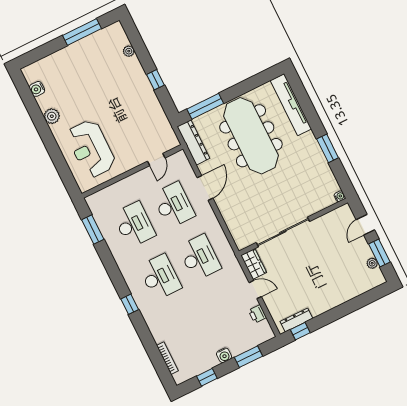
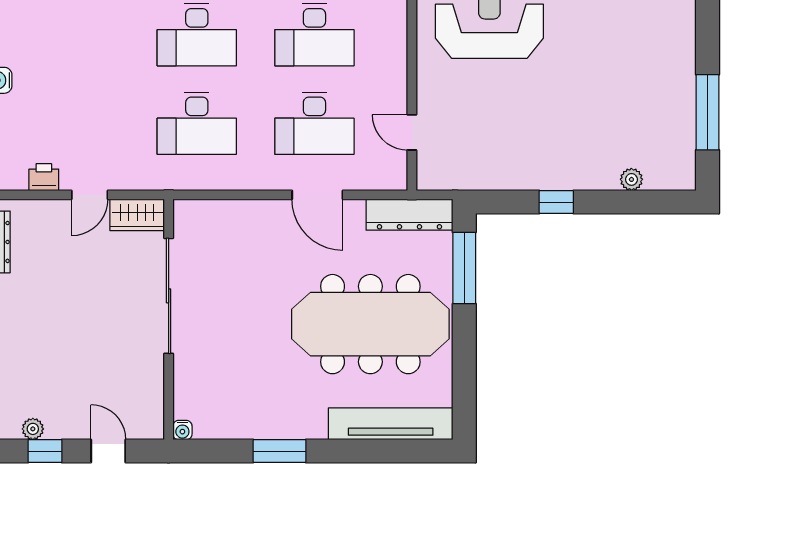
window: (379, 253) -> (45, 451), width x0.67

